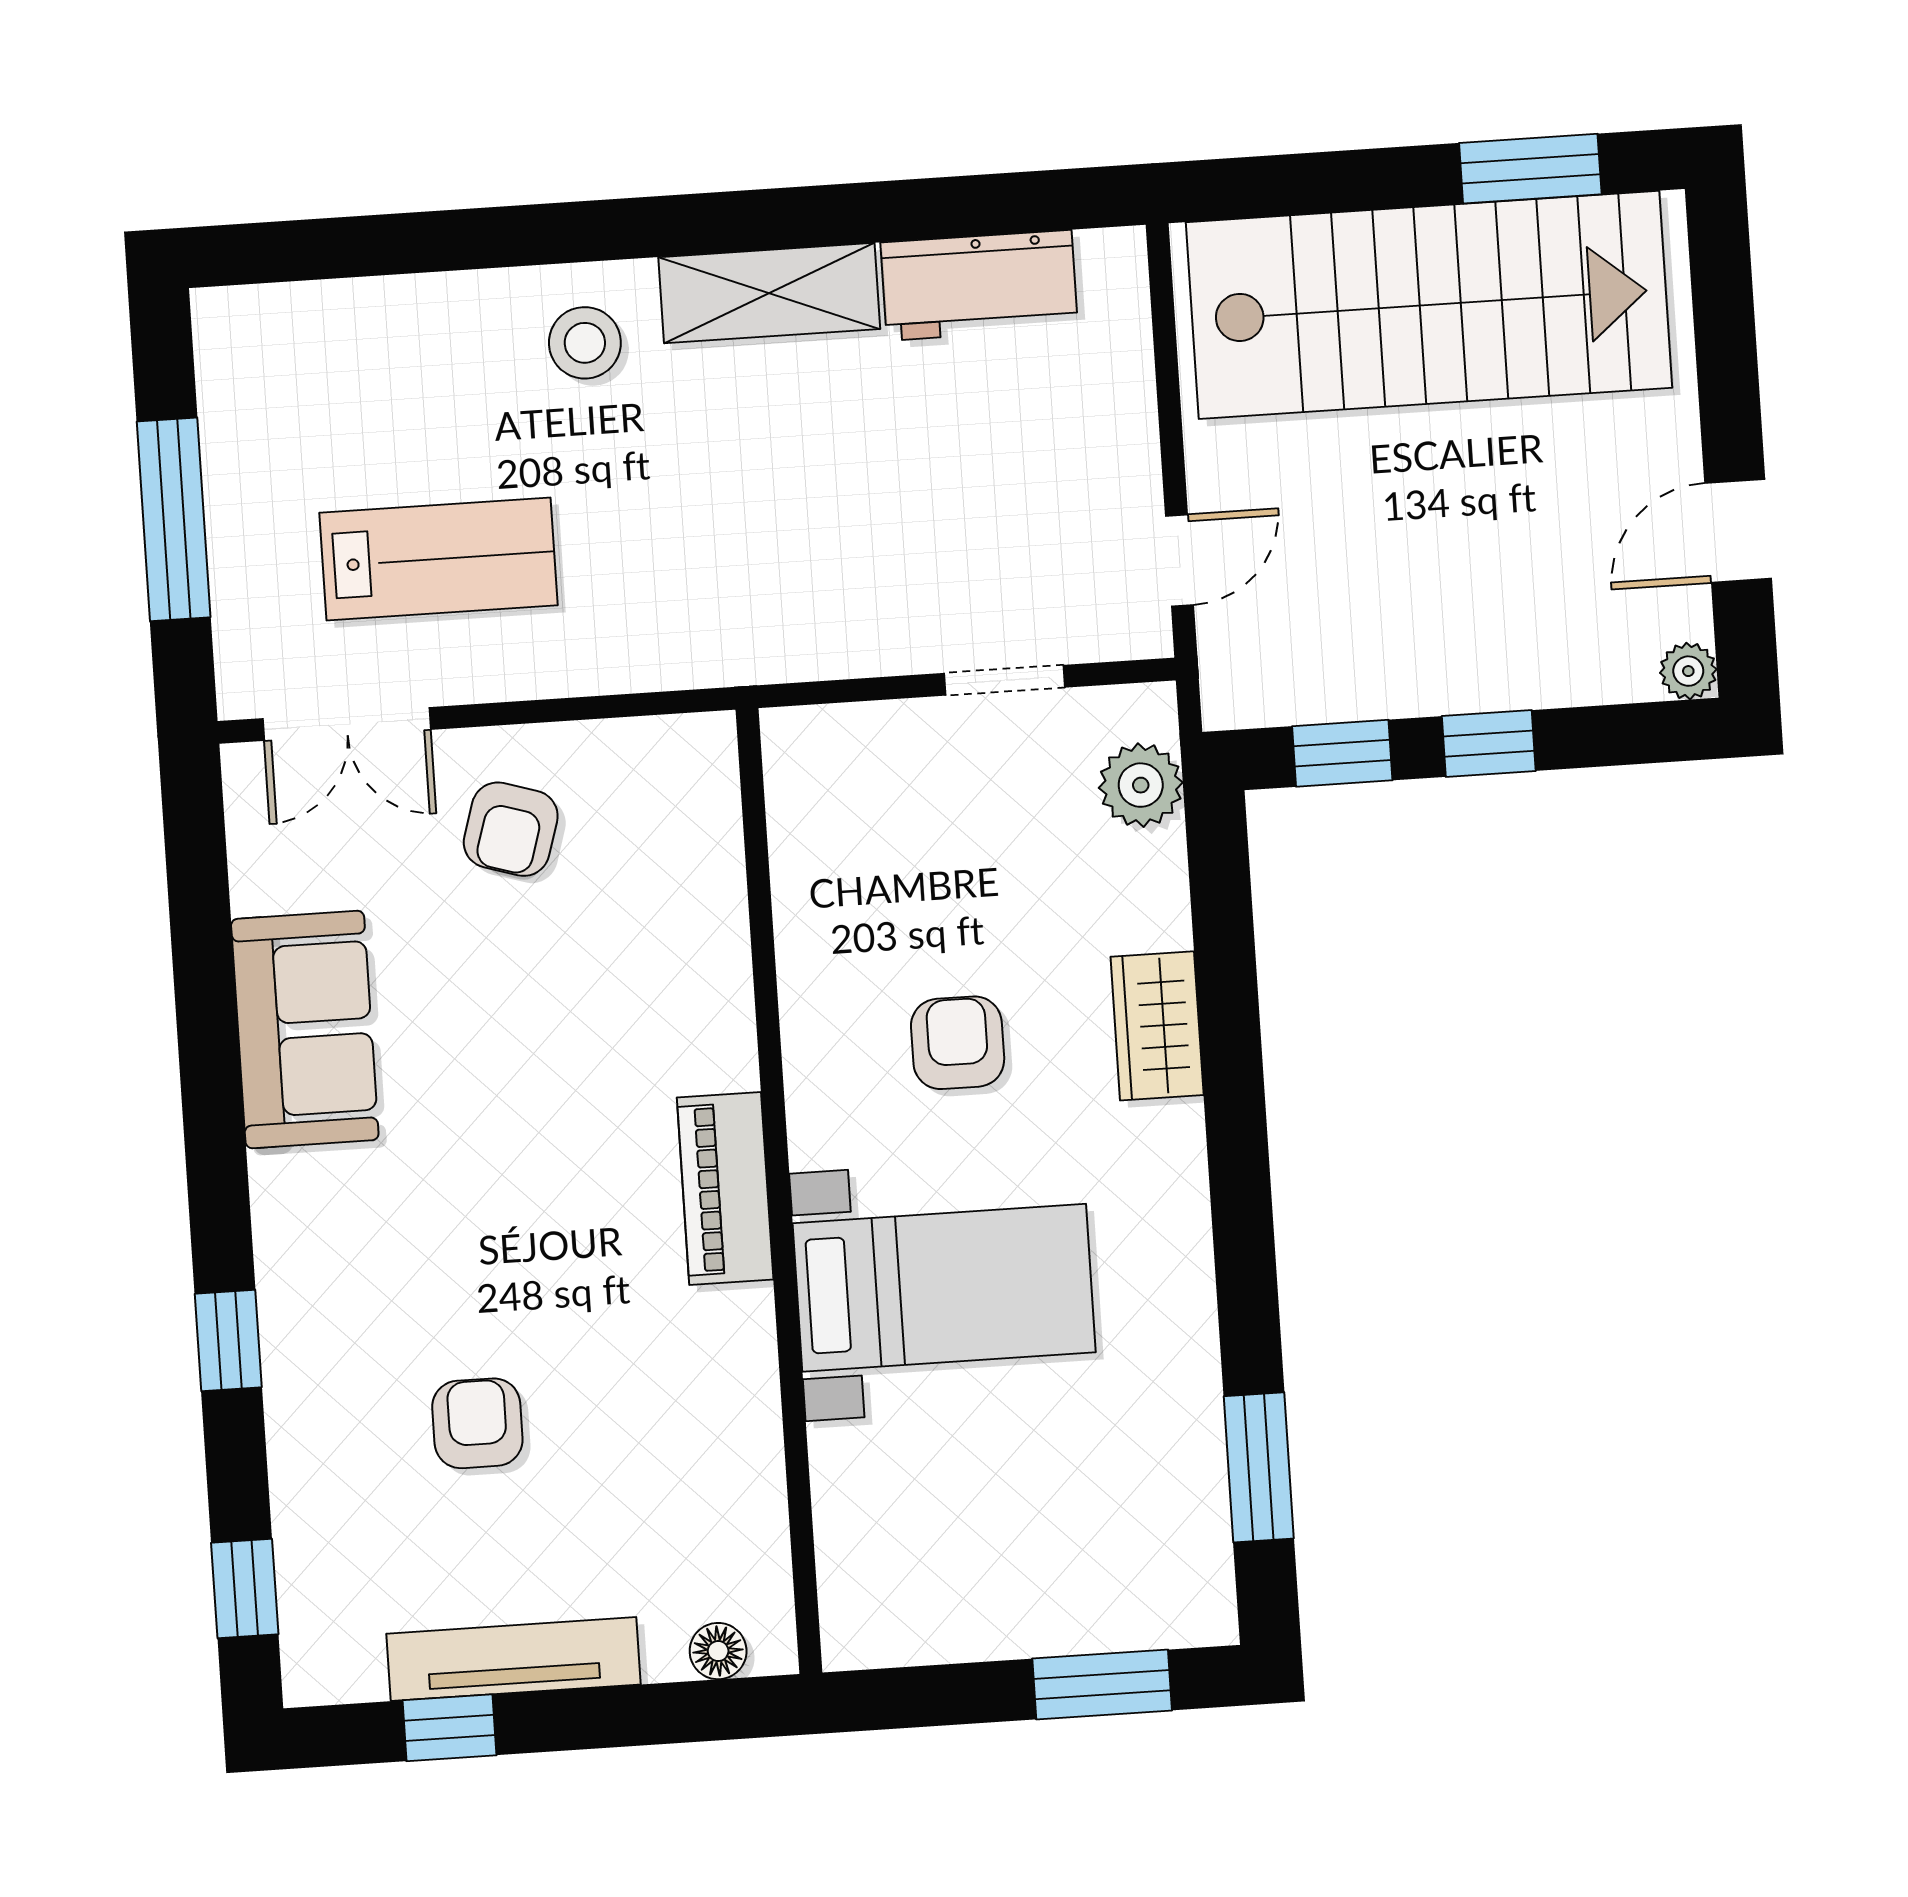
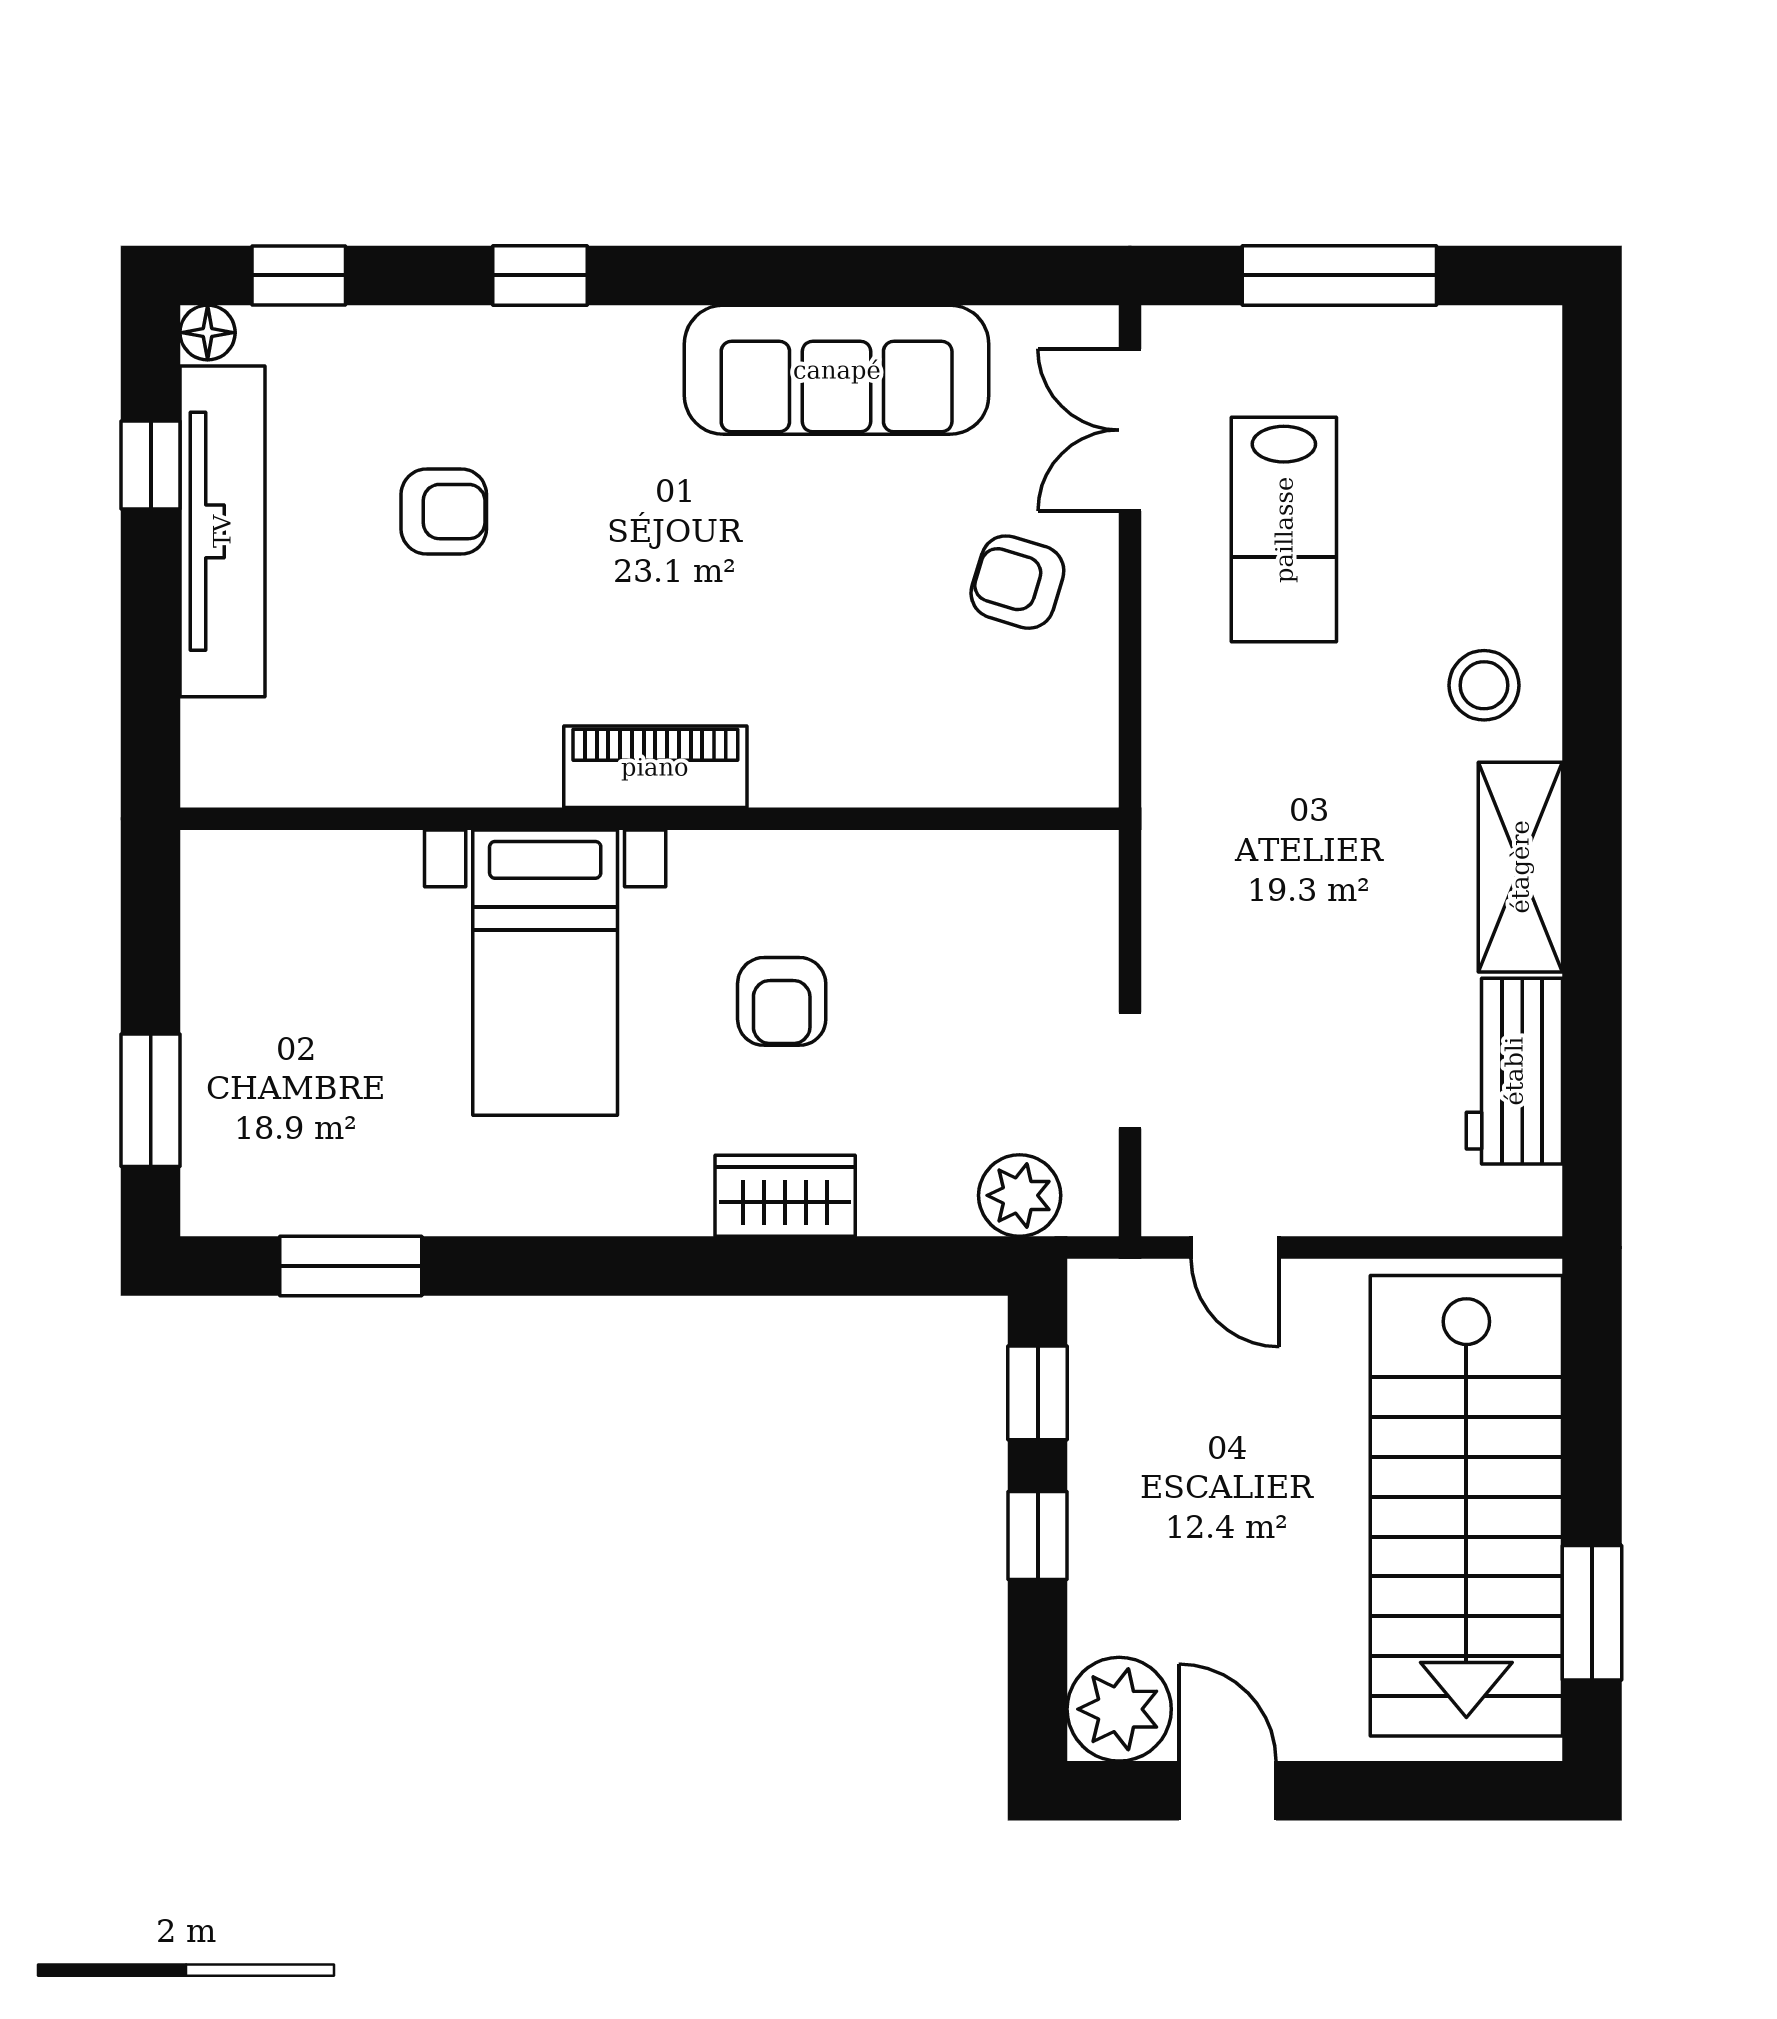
plant: (1688, 671) -> (1119, 1709), width x1.88, depth x1.88
sofa: (305, 1030) -> (837, 370), width x1.36
armchair: (958, 1043) -> (782, 1001), turned 90
floor lamp: (718, 1651) -> (208, 333), moved
tv unit: (513, 1659) -> (222, 531), width x1.36, depth x1.29

